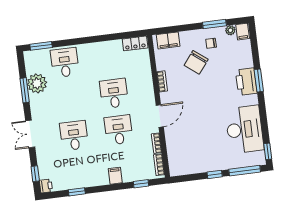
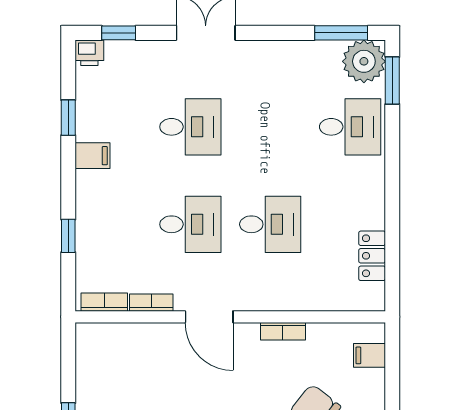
filing cabinet: (168, 40) -> (369, 355), width x0.50
locker: (135, 43) -> (372, 256), moved
plant: (37, 83) -> (364, 61), moved
window: (25, 90) -> (341, 33), moved
filing cabinet: (115, 176) -> (93, 156), moved
window: (141, 184) -> (68, 236), moved

